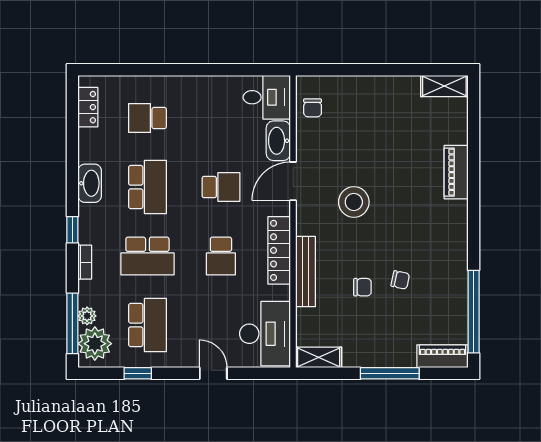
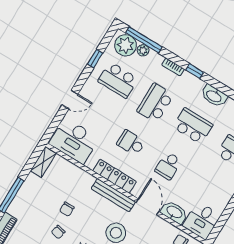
school desk: (147, 187) -> (193, 126), turned 180
bench: (306, 272) -> (113, 195), moved

